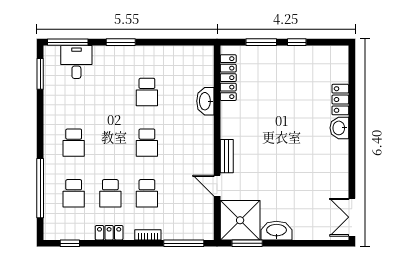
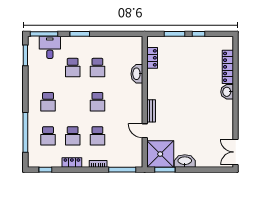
locker: (228, 78) -> (152, 58), width x0.66
school desk: (110, 92) -> (73, 68), added
locker: (340, 100) -> (228, 67), width x1.53

